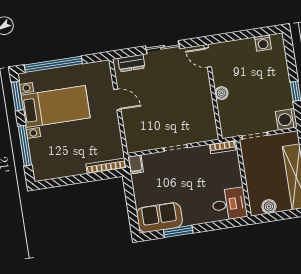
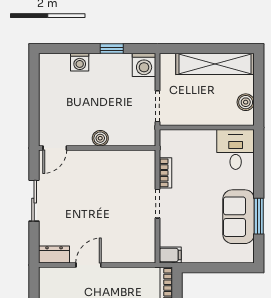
washing machine: (263, 43) -> (80, 62), moved, turned 90
dresser: (131, 63) -> (54, 255), moved, turned -90
bookcase: (222, 147) -> (166, 173), moved
sofa: (159, 217) -> (239, 217), moved

